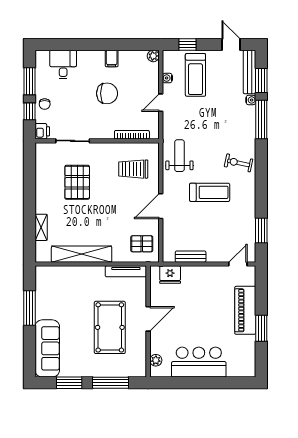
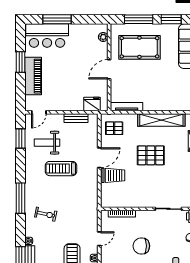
window: (261, 119) -> (21, 198), moved
weight bench: (179, 156) -> (47, 143), moved, turned 90
exercise bike: (239, 163) -> (46, 214), moved
trolley: (133, 169) -> (113, 175), moved
pallet: (77, 182) -> (151, 155), moved, turned 90
pool table: (110, 327) -> (139, 47), moved, turned 90
bar counter: (199, 362) -> (47, 36), moved
window: (215, 383) -> (57, 19), added

